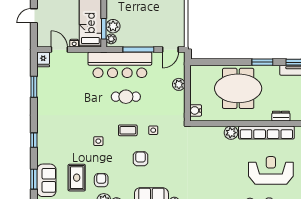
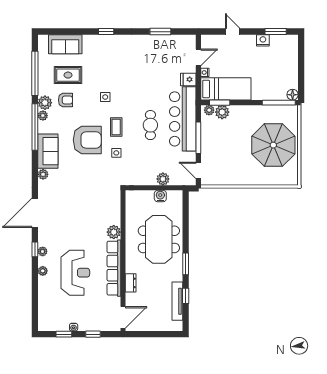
fridge: (43, 59) -> (188, 79), moved
water cooler: (196, 110) -> (160, 196), moved
armchair: (141, 159) -> (87, 140), width x1.88, depth x1.88
window: (34, 179) -> (66, 32), removed

